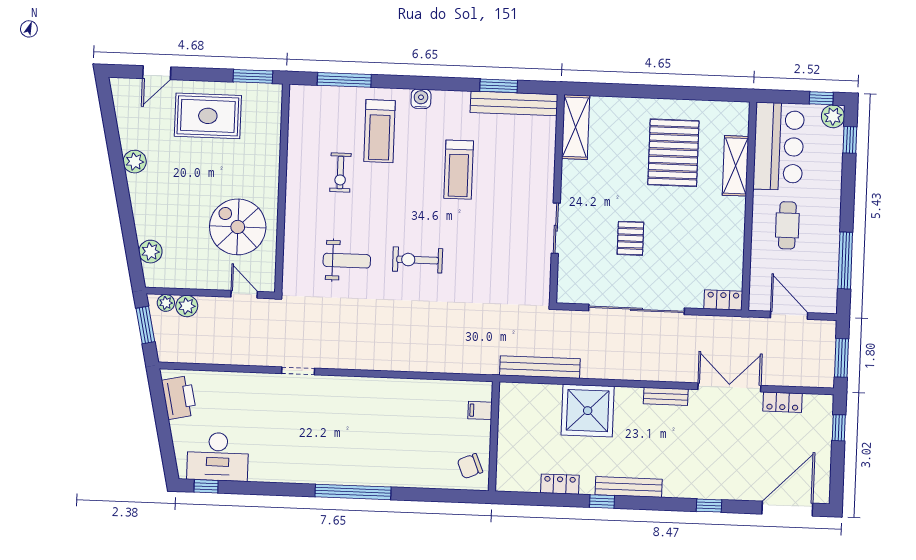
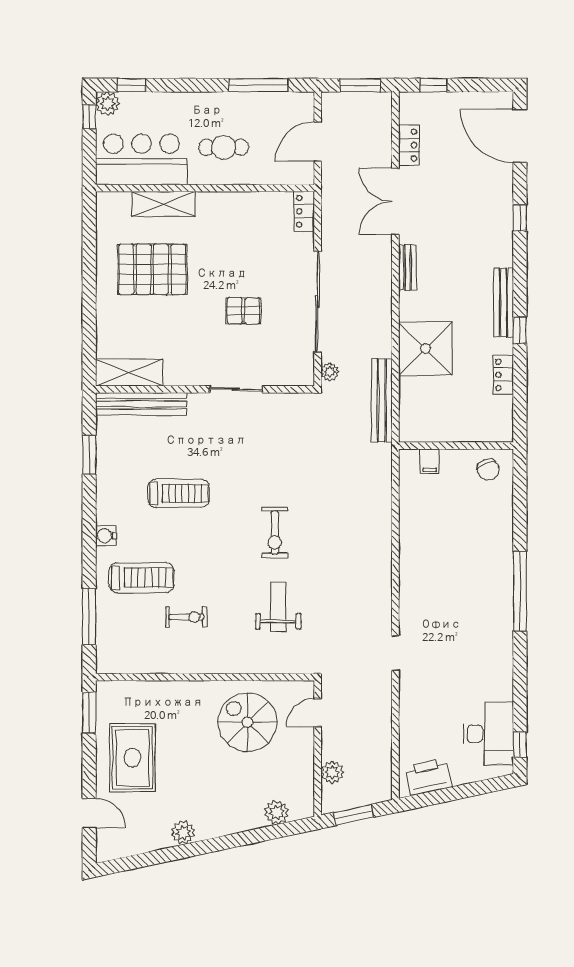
bench: (514, 103) -> (141, 404), moved, turned 90
spiral stairs: (238, 227) -> (247, 722), turned 90
plant: (166, 303) -> (330, 372), moved

